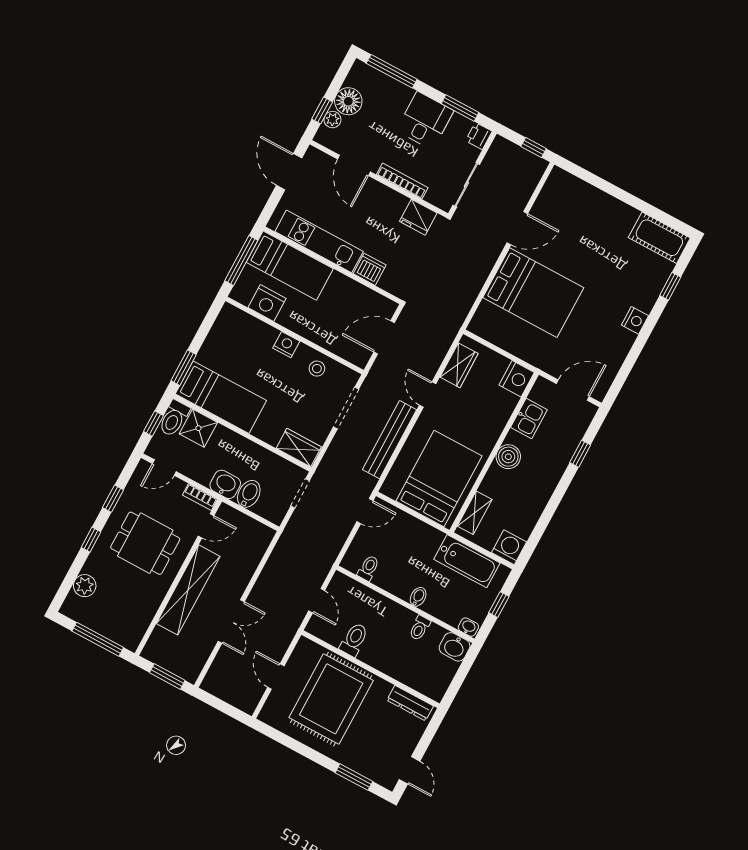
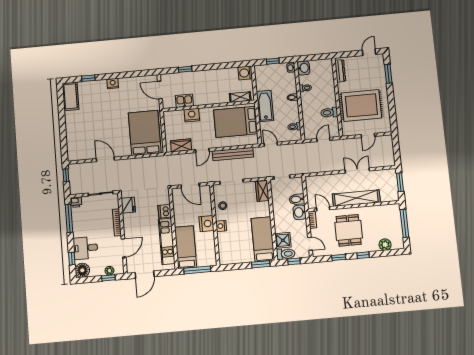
window: (392, 71) -> (72, 259), width x0.46
floor lamp: (348, 101) -> (82, 270), moved
window: (460, 108) -> (69, 218), width x1.44
desk: (425, 121) -> (85, 248), moved
bed: (533, 293) -> (145, 133), moved
nightstand: (267, 303) -> (206, 224), moved
nightstand: (517, 379) -> (192, 115), moved
boiler: (508, 457) -> (207, 99), removed
bathtub: (467, 561) -> (265, 106), moved

